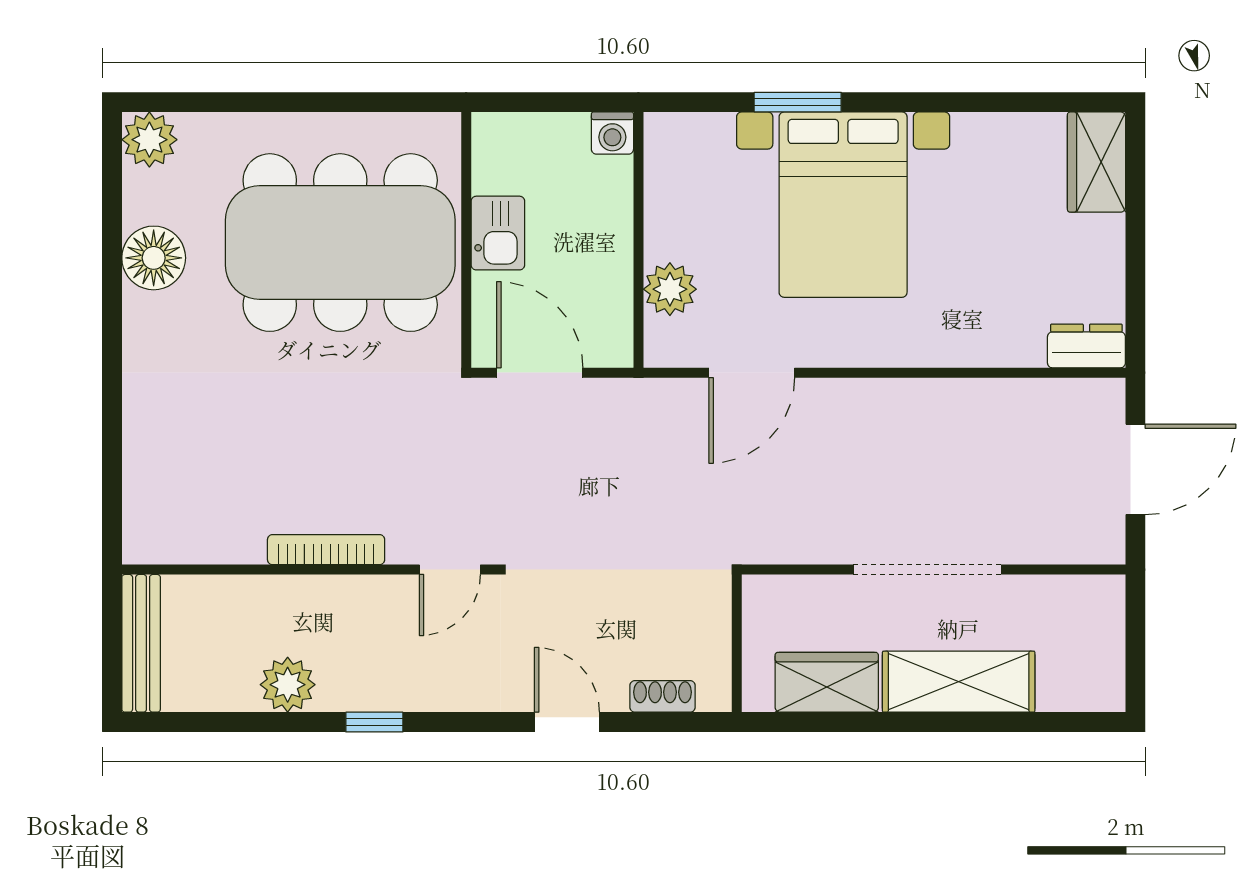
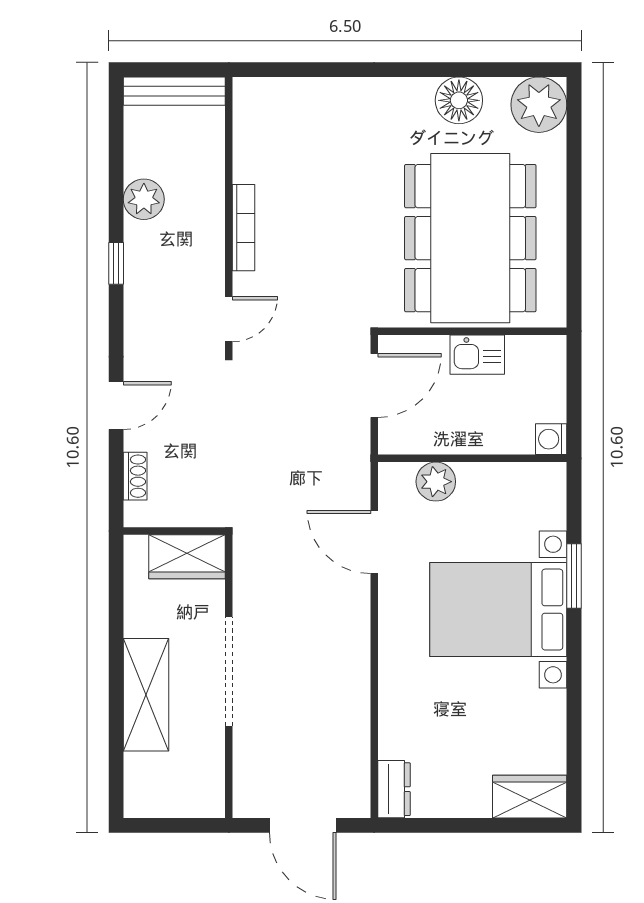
plant: (149, 140) -> (539, 105), width x1.36, depth x1.36
door: (450, 570) -> (229, 319), swing flipped
wardrobe: (827, 682) -> (187, 557), moved, turned 90

